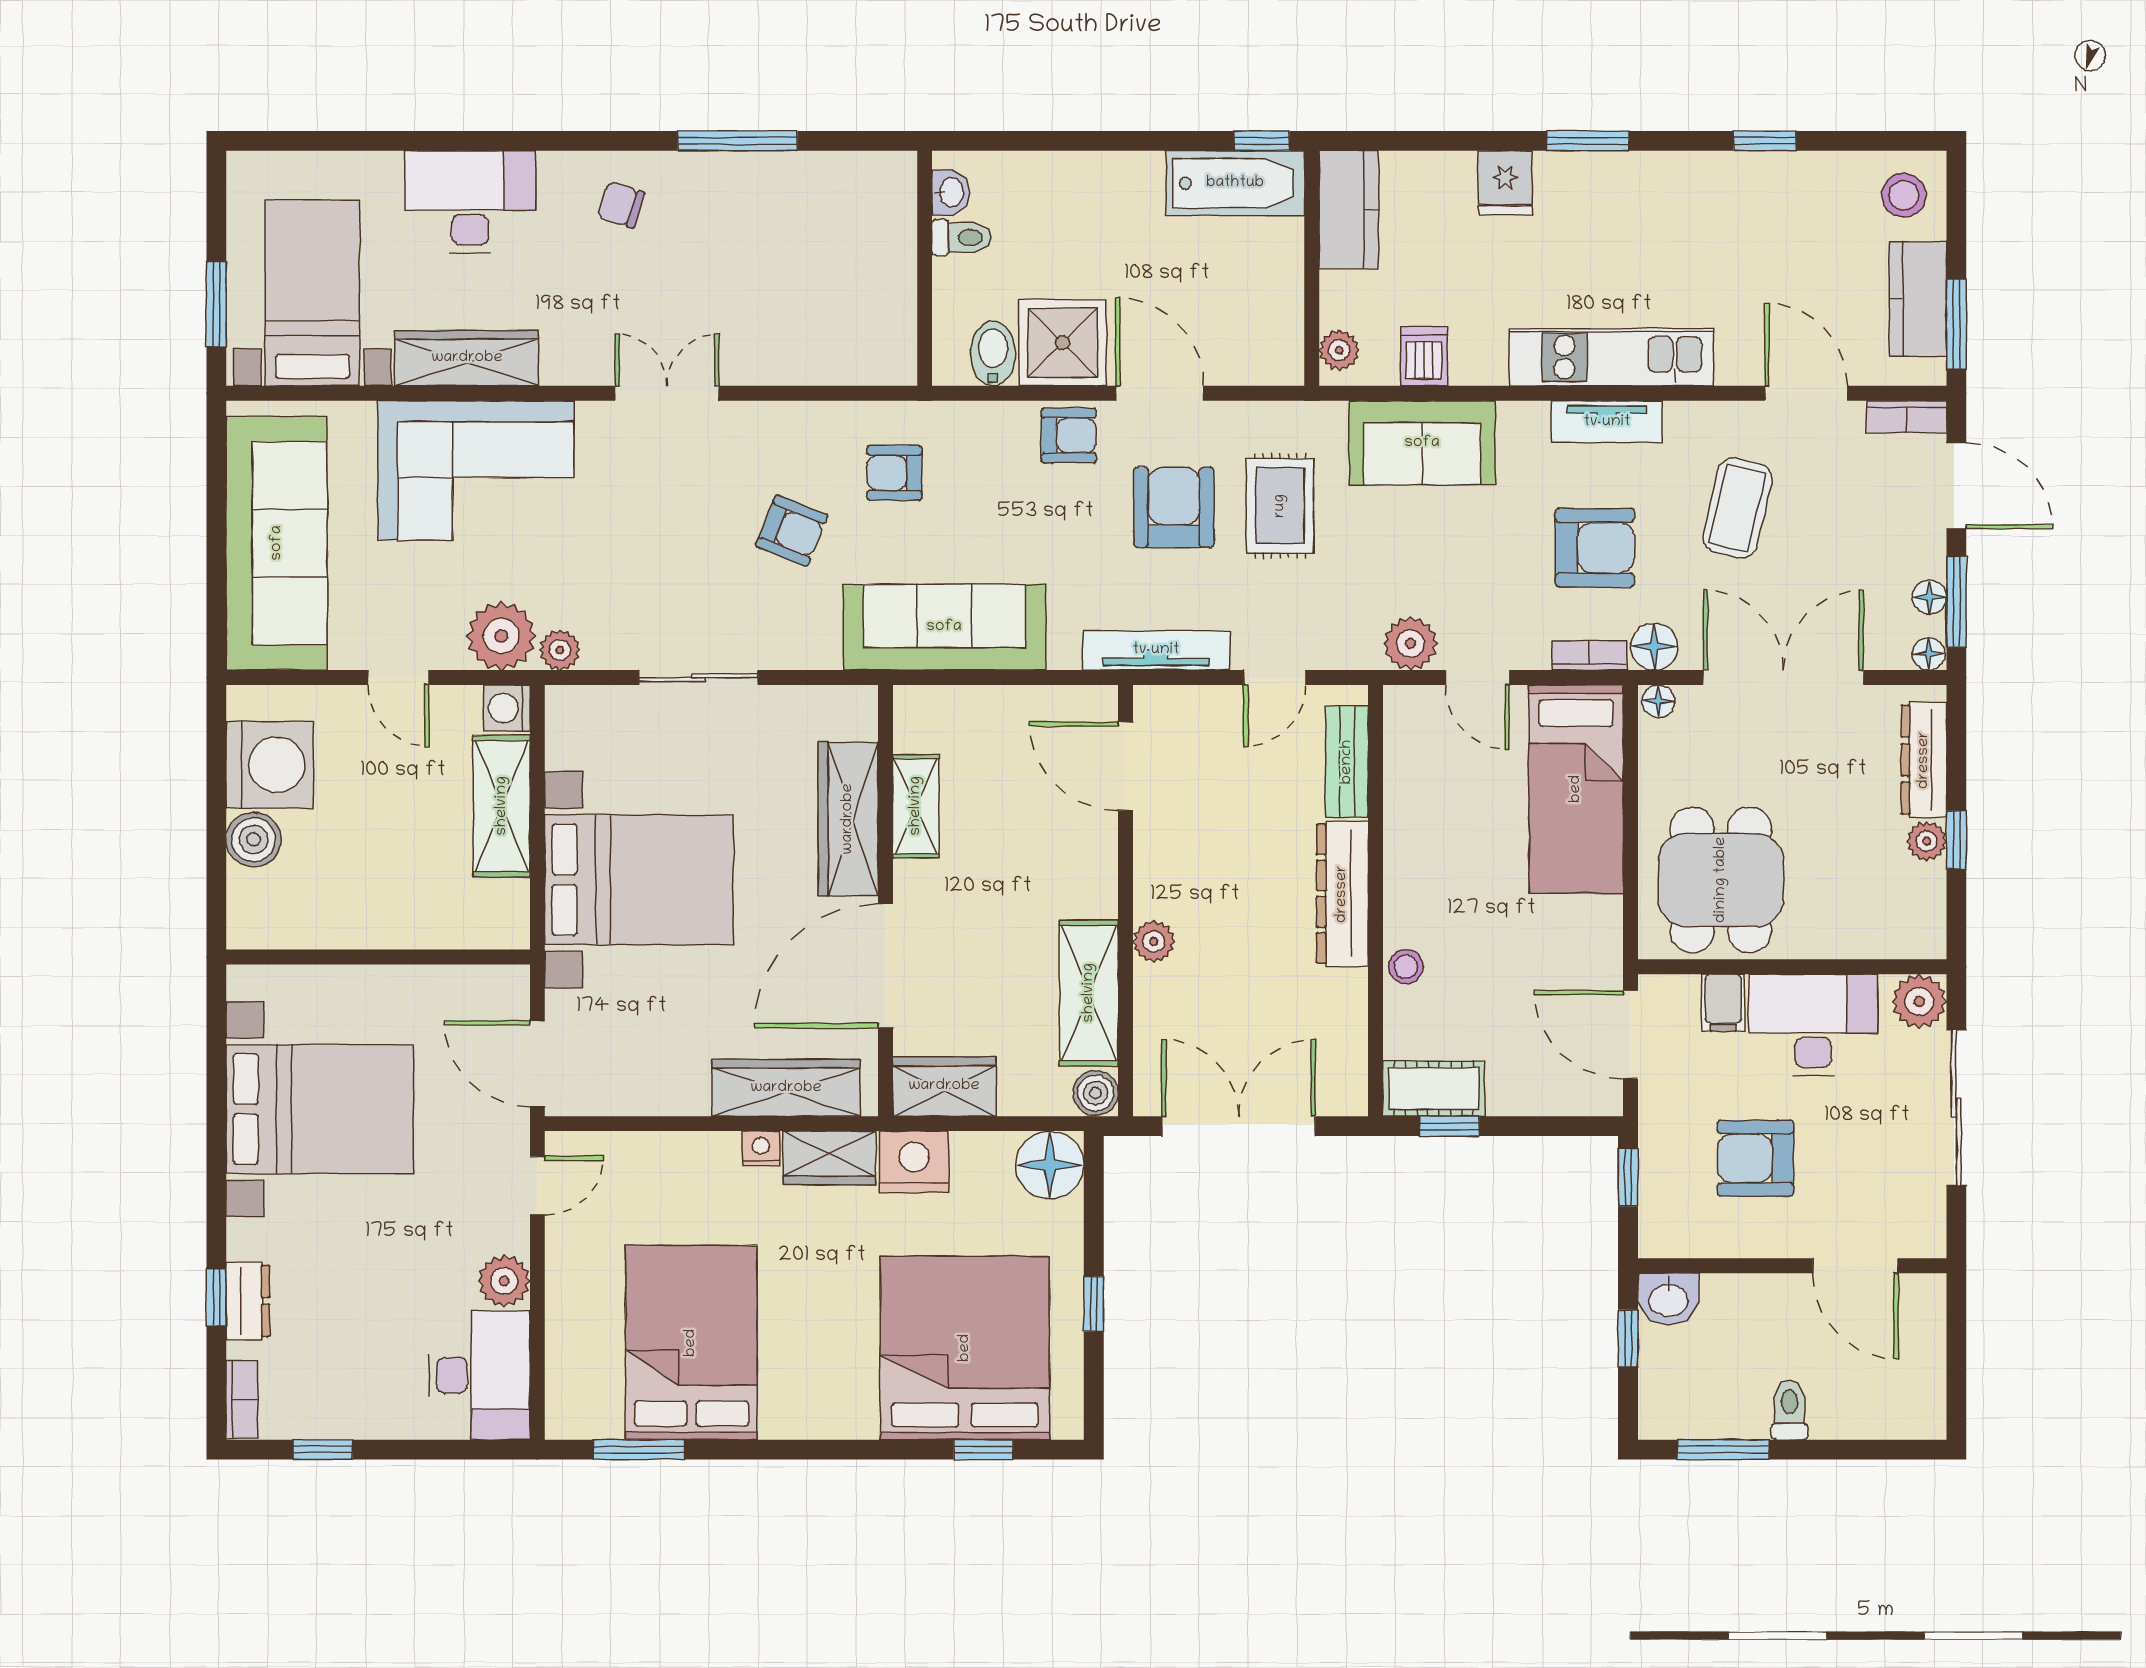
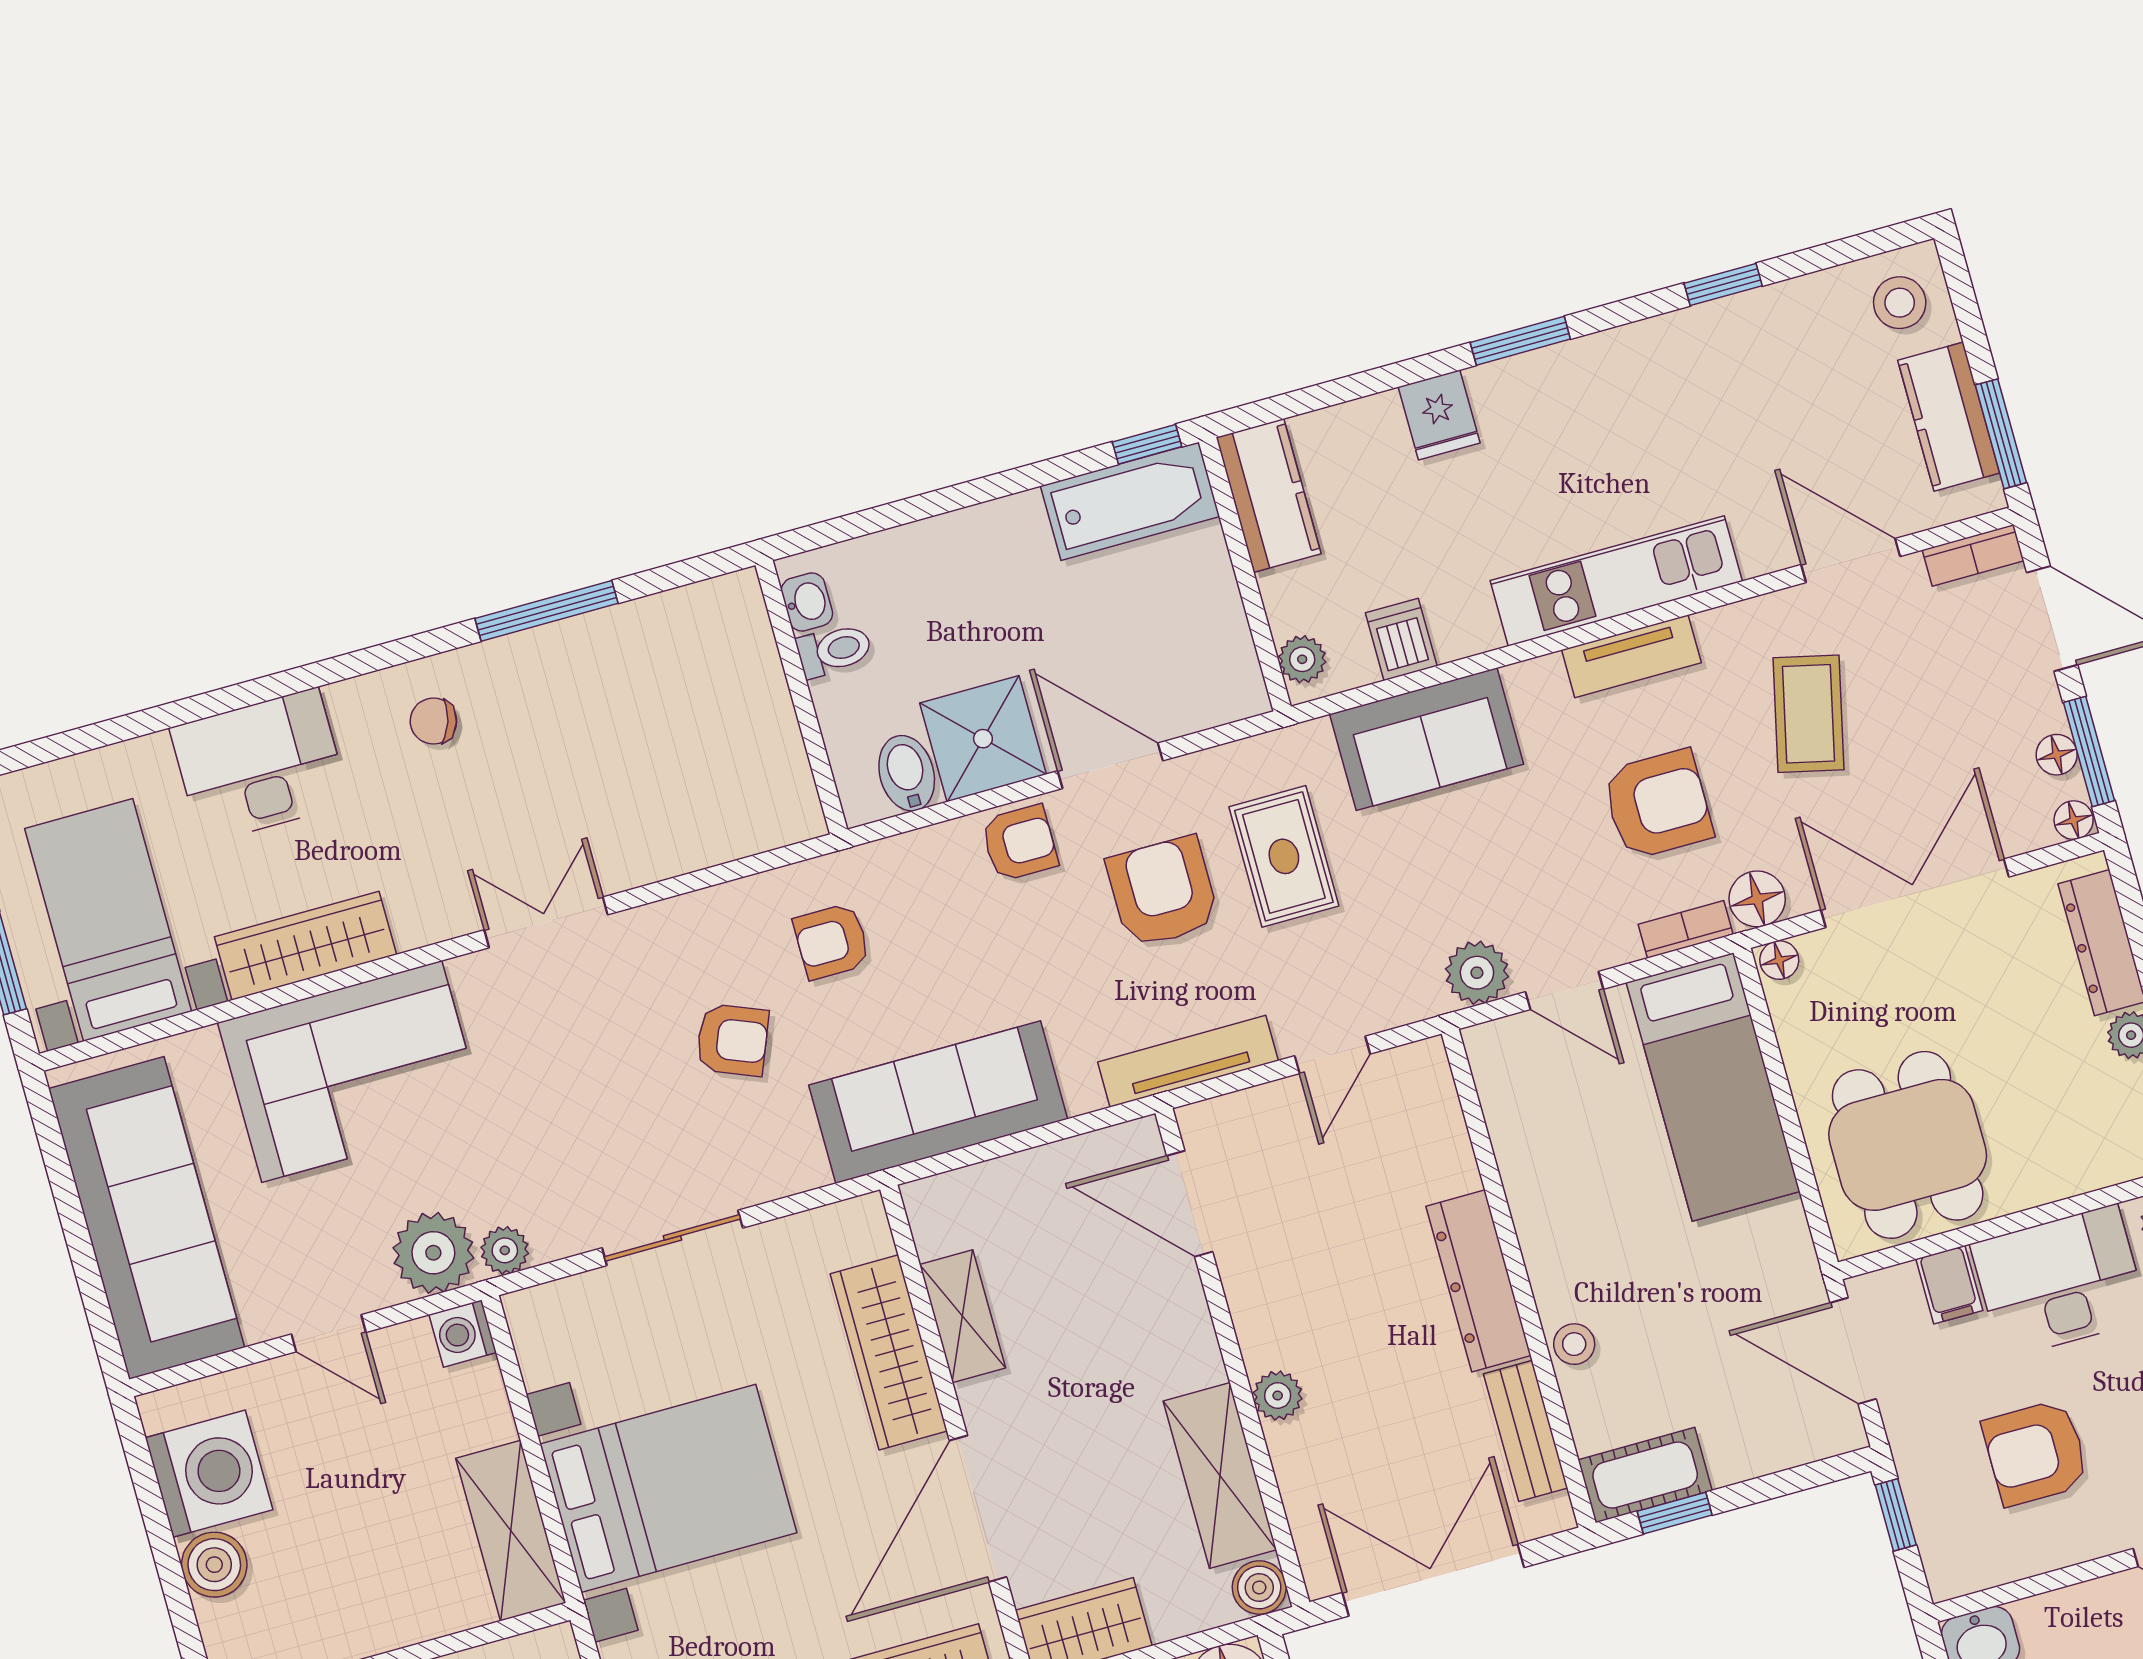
bench: (1347, 762) -> (1526, 1431), moved
shelving: (502, 806) -> (511, 1531), moved

